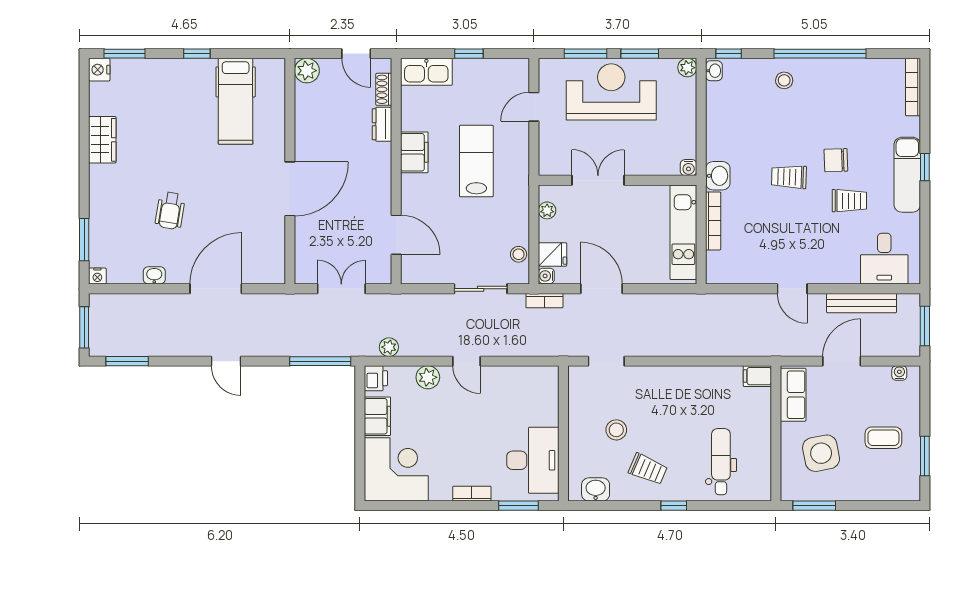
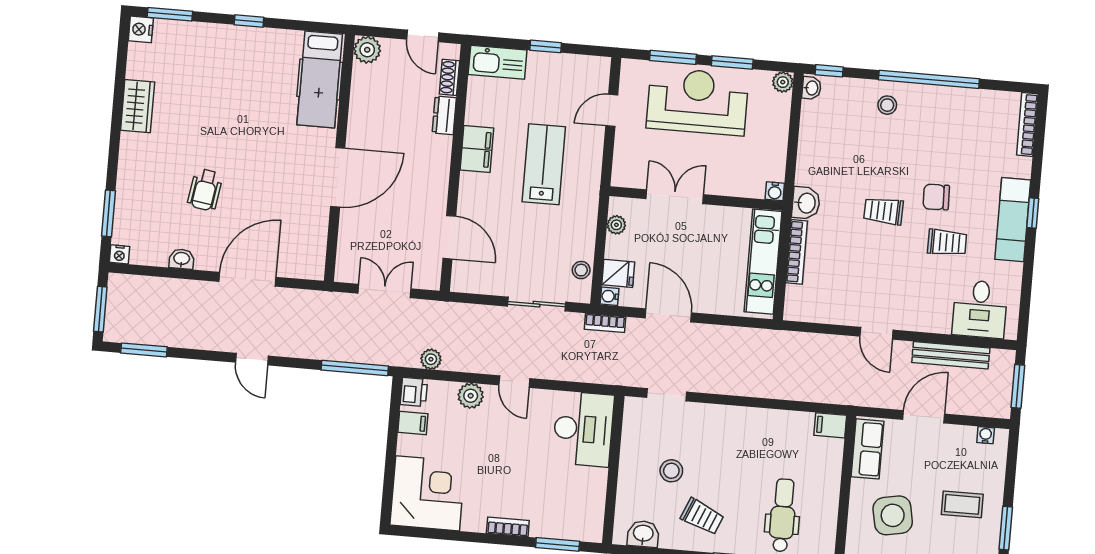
hospital bed: (236, 101) -> (320, 79), moved
filing cabinet: (377, 416) -> (413, 423), width x0.50
desk: (533, 460) -> (583, 429), moved

